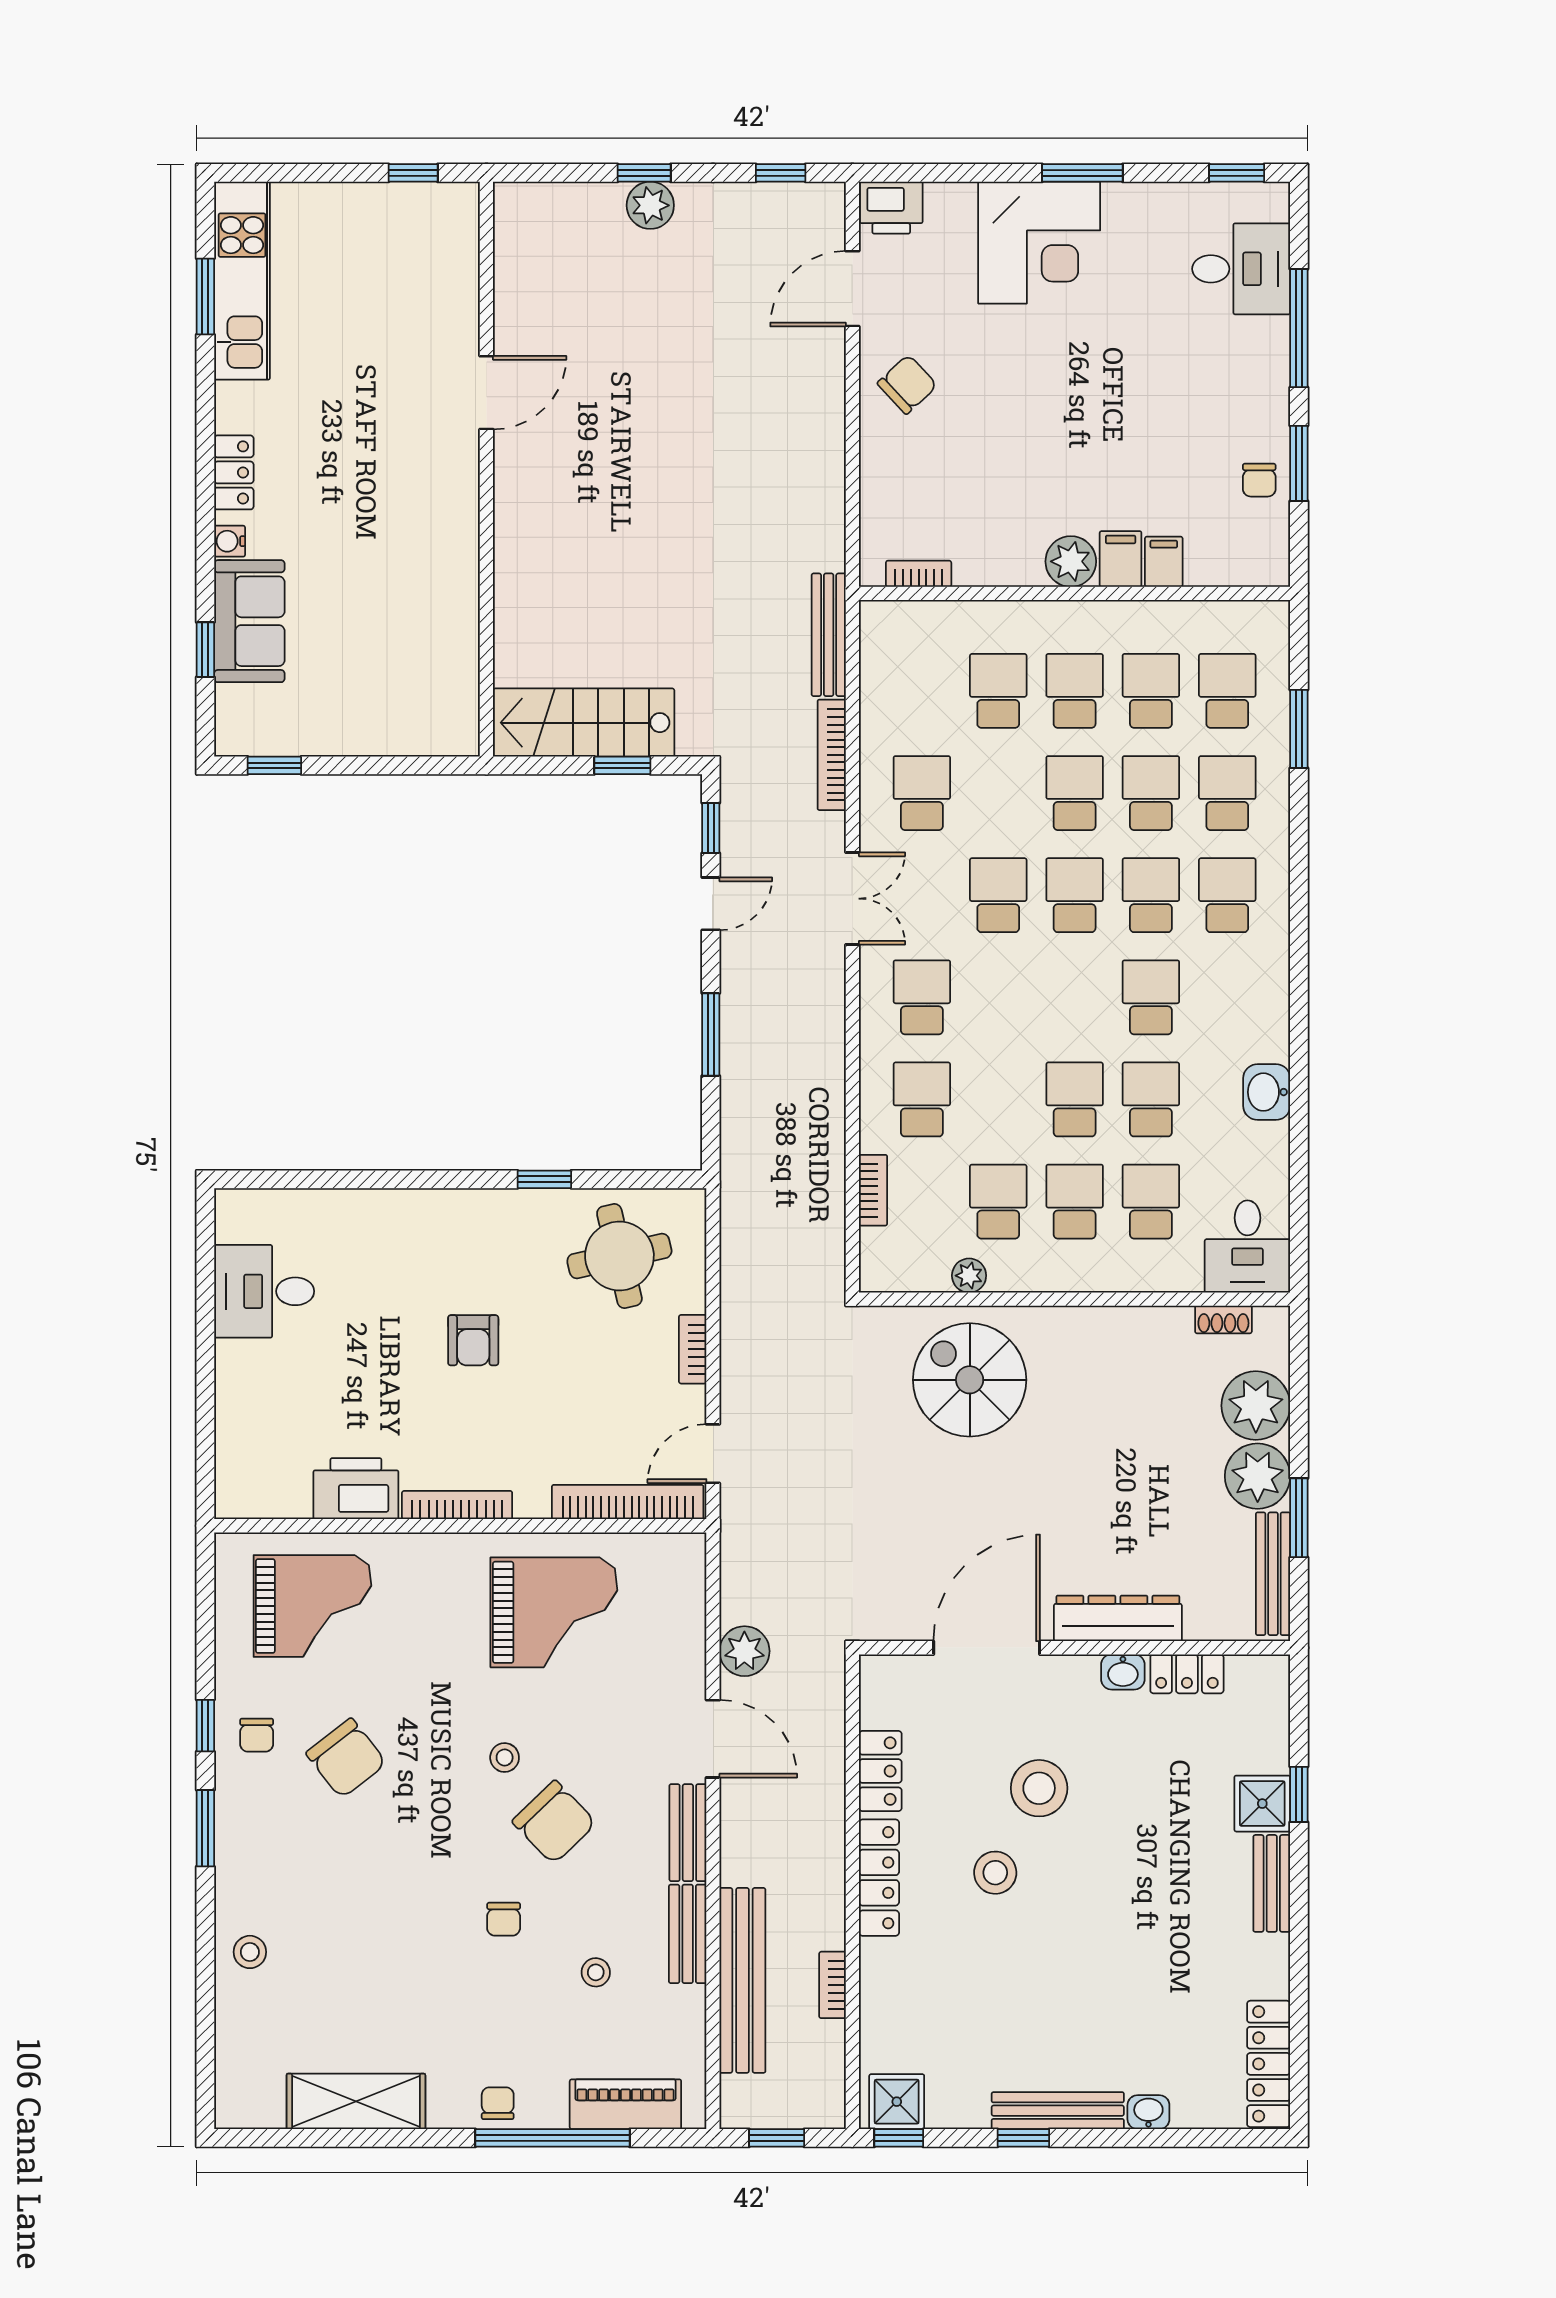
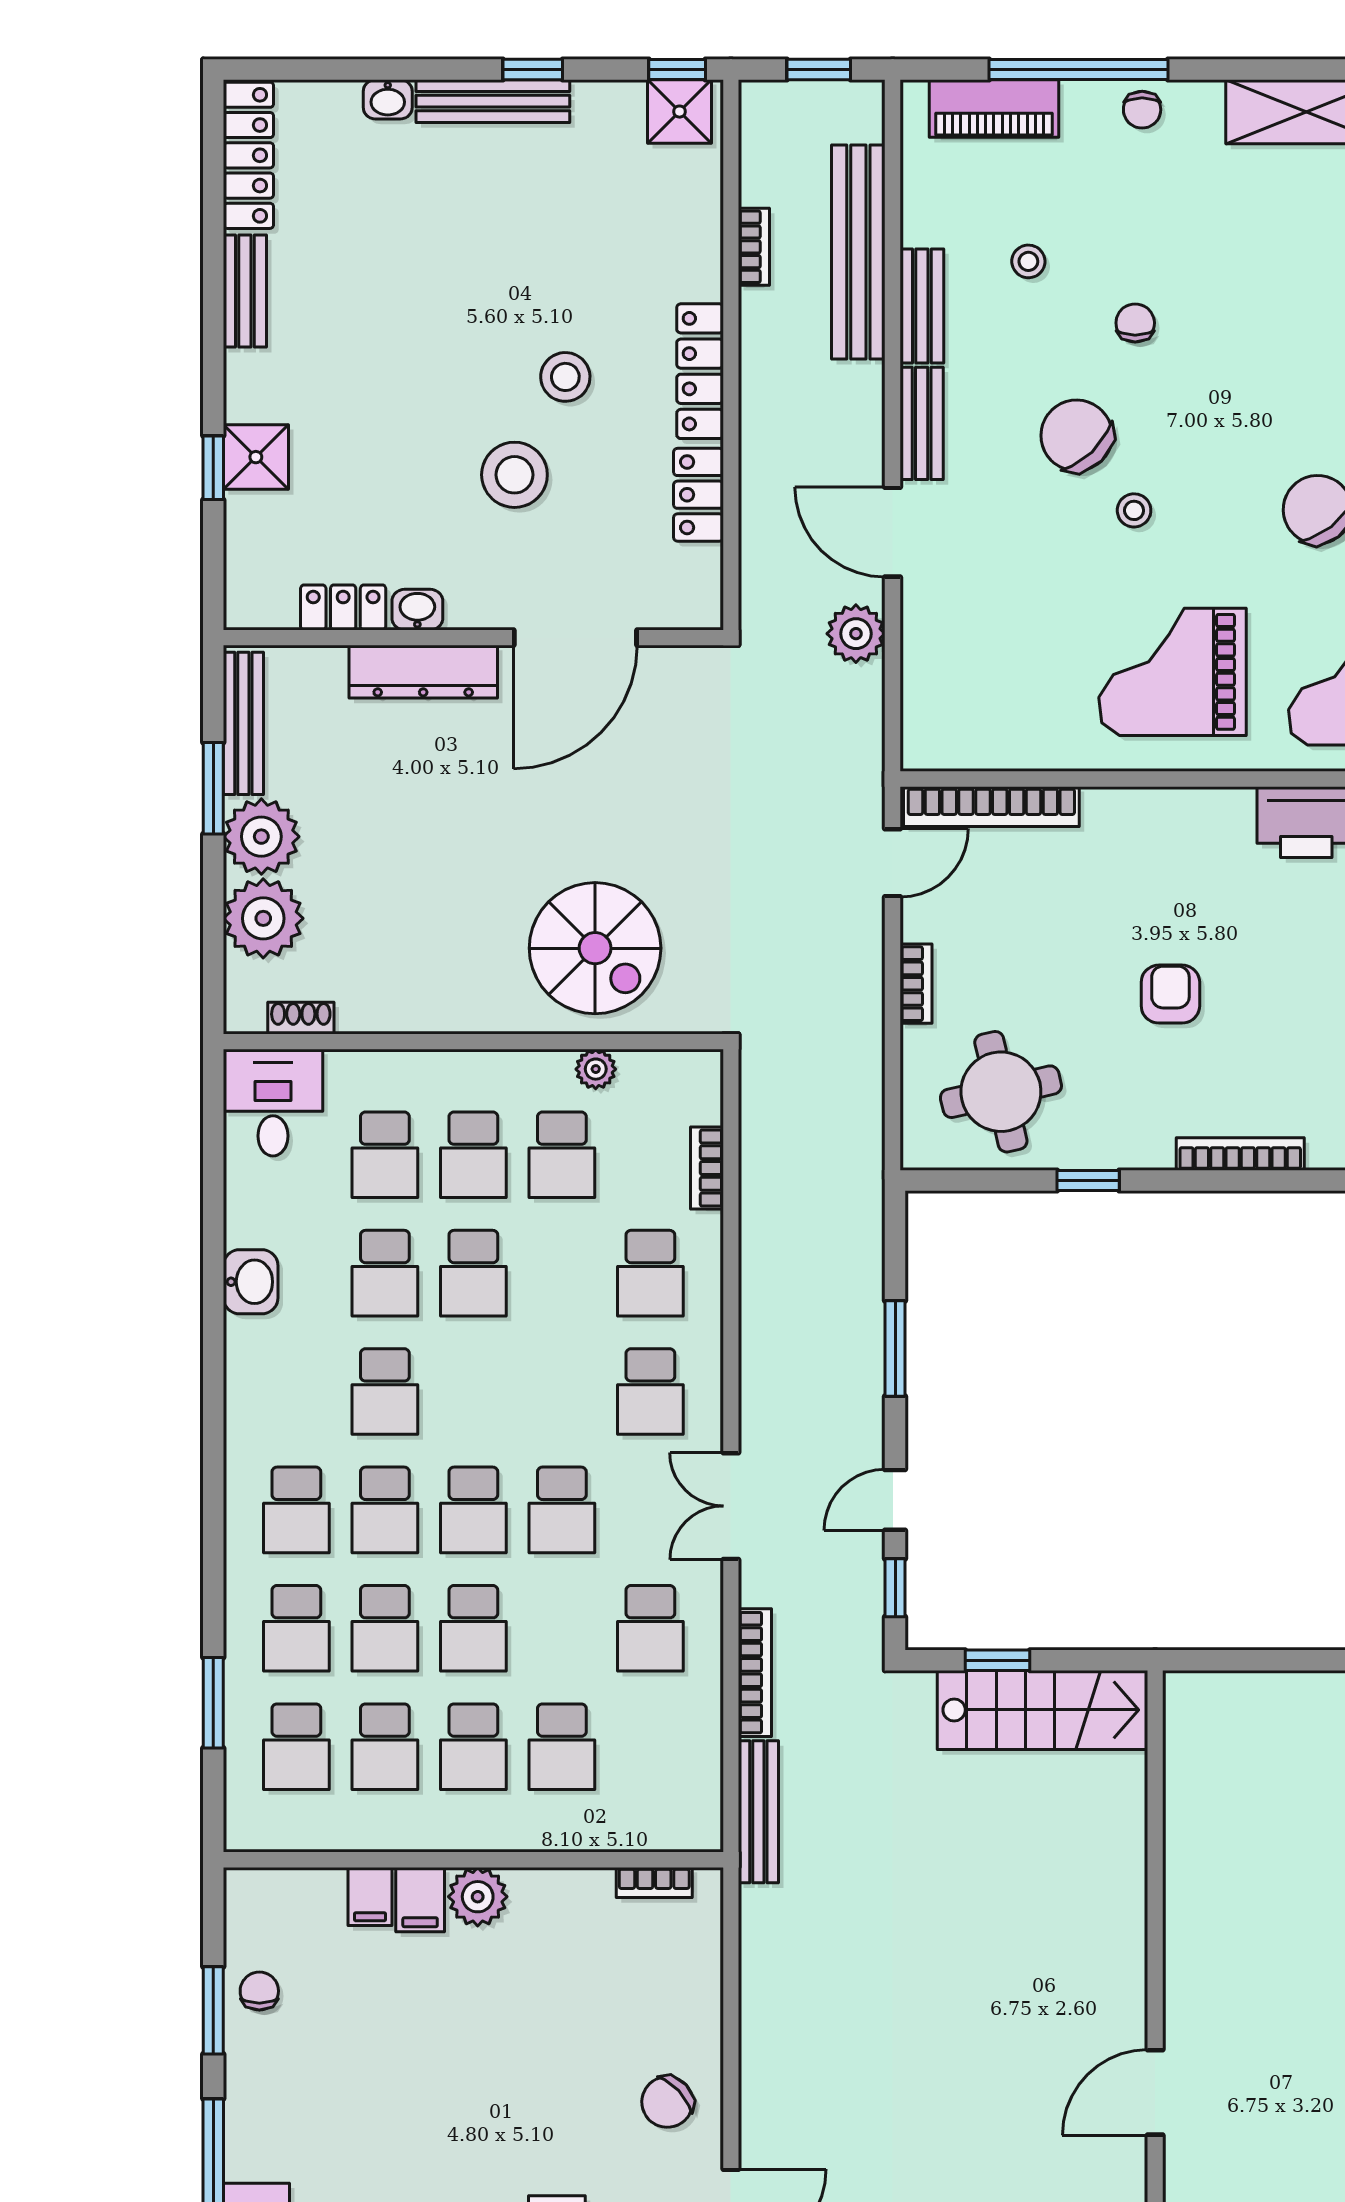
bookcase: (457, 1505) -> (1240, 1154), moved, turned 180
grand piano: (554, 1612) -> (1173, 672), moved
bench: (1272, 1883) -> (245, 291), moved

